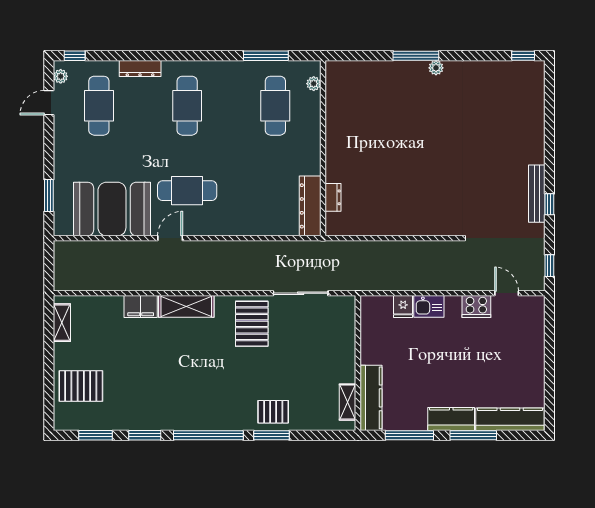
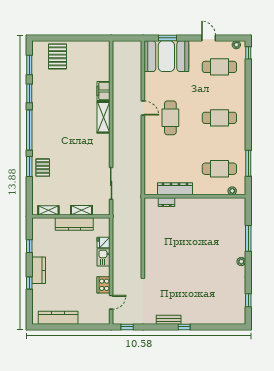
window: (416, 56) -> (248, 238), moved
window: (523, 56) -> (248, 300), moved
dresser: (140, 69) -> (241, 91), removed
door: (49, 103) -> (209, 38), moved
bench: (537, 194) -> (169, 320), width x0.73
window: (549, 204) -> (184, 327), moved
dresser: (310, 206) -> (175, 189), moved
booth: (112, 209) -> (166, 56), moved, turned 90
shelving: (62, 323) -> (81, 210), moved
pallet: (252, 324) -> (93, 155), removed
kitchen counter: (371, 398) -> (74, 224), moved
kitchen counter: (510, 419) -> (58, 318), moved, turned -90
window: (409, 435) -> (29, 246), width x0.46
window: (473, 435) -> (29, 283), width x0.46

